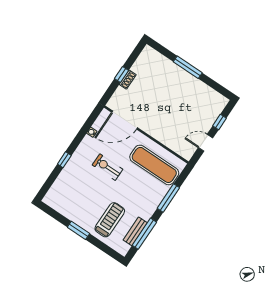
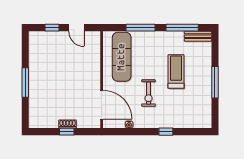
treadmill: (110, 220) -> (176, 72), moved, turned 90
window: (78, 230) -> (215, 82), width x1.44
bench: (135, 231) -> (198, 36), moved

